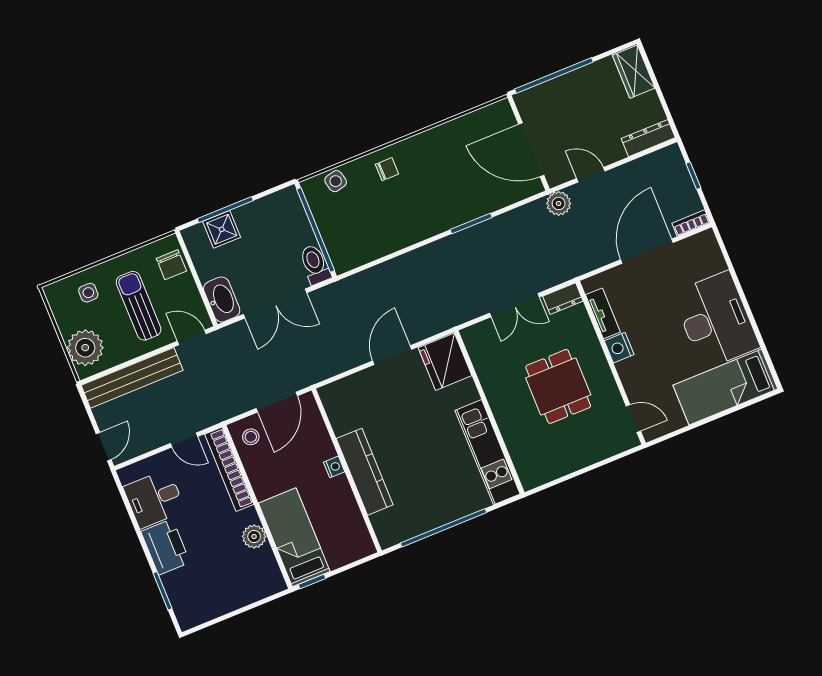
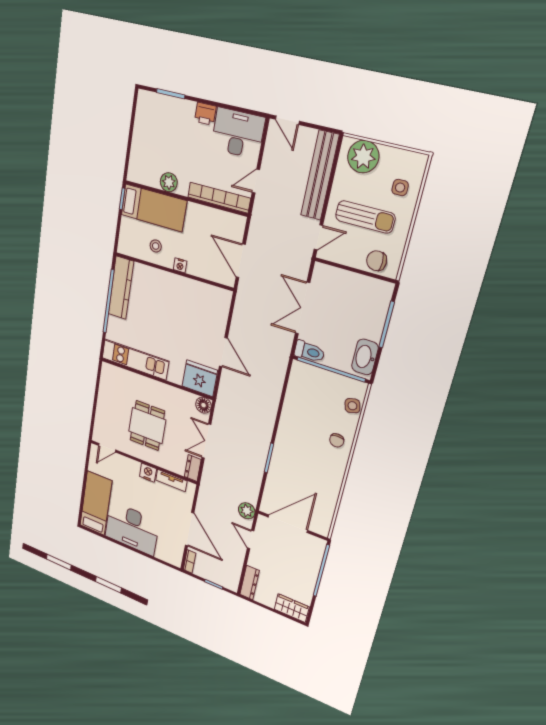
door: (591, 175) -> (251, 539), swing flipped
shower: (222, 229) -> (375, 312), removed
washbasin: (222, 299) -> (365, 357), moved, turned 90
floor lamp: (473, 337) -> (204, 405), added
dining table: (558, 386) -> (147, 426), turned 90
stool: (251, 437) -> (156, 246), moved
kitchen counter: (365, 472) -> (121, 288), moved, turned -90
desk: (154, 499) -> (238, 133), width x1.37
printer: (165, 547) -> (205, 114), width x0.53, depth x0.68

